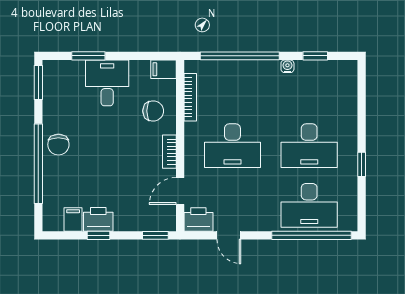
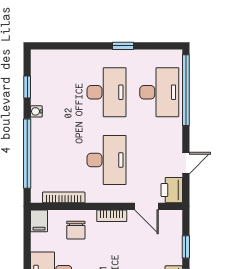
chair: (153, 111) -> (76, 230), turned 180
window: (155, 235) -> (186, 247), moved

